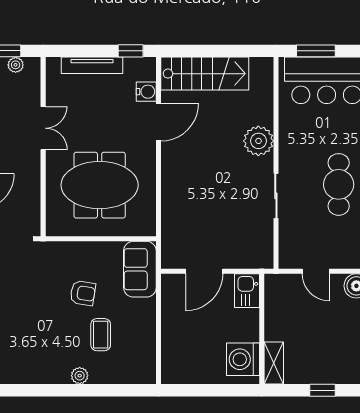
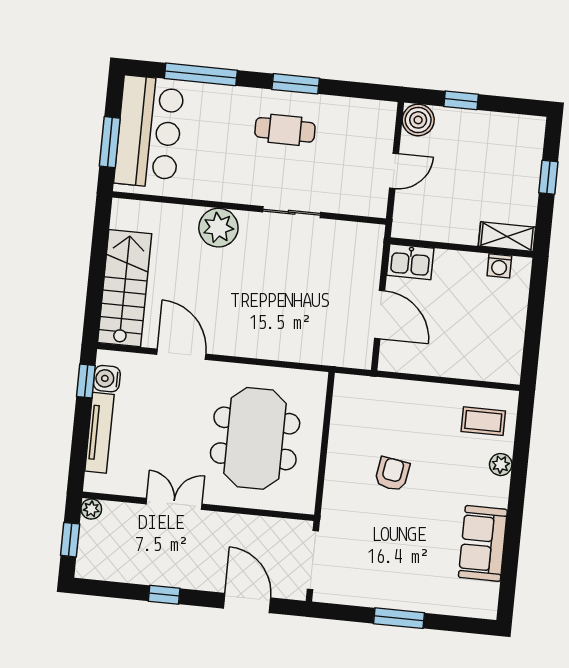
plant: (16, 65) -> (91, 509), moved
water cooler: (146, 92) -> (107, 379), moved, turned -90
cafe table: (339, 184) -> (285, 130), width x0.73, depth x0.74
sofa: (140, 269) -> (483, 543), moved, turned 90
coffee table: (101, 335) -> (483, 421), moved
washing machine: (243, 359) -> (499, 266), width x0.53, depth x0.53
plant: (80, 376) -> (501, 465), moved

